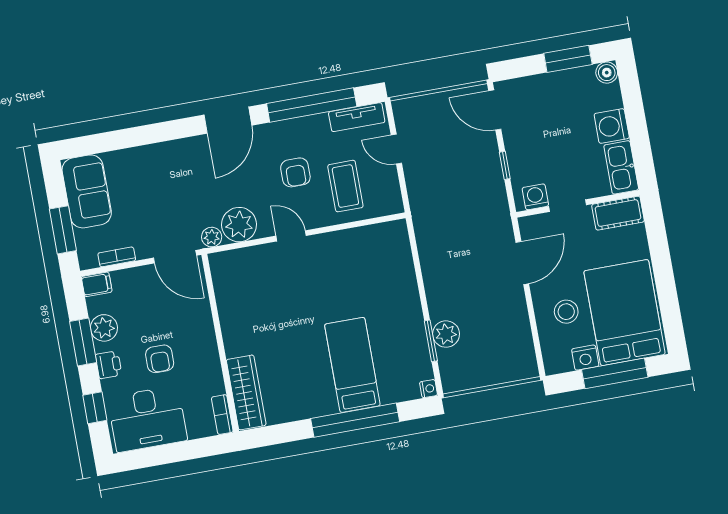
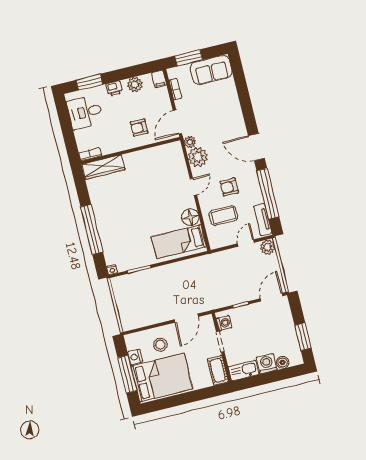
boiler: (607, 73) -> (283, 362), moved
floor lamp: (344, 244) -> (190, 217), added
door: (522, 263) -> (186, 318), hinge flipped
plant: (446, 334) -> (268, 247), moved
window: (83, 342) -> (126, 73), removed
armchair: (160, 359) -> (139, 128), moved
bed: (352, 365) -> (179, 242), moved, turned 180
window: (95, 408) -> (89, 82), width x1.50
desk: (147, 419) -> (85, 112), width x0.73

